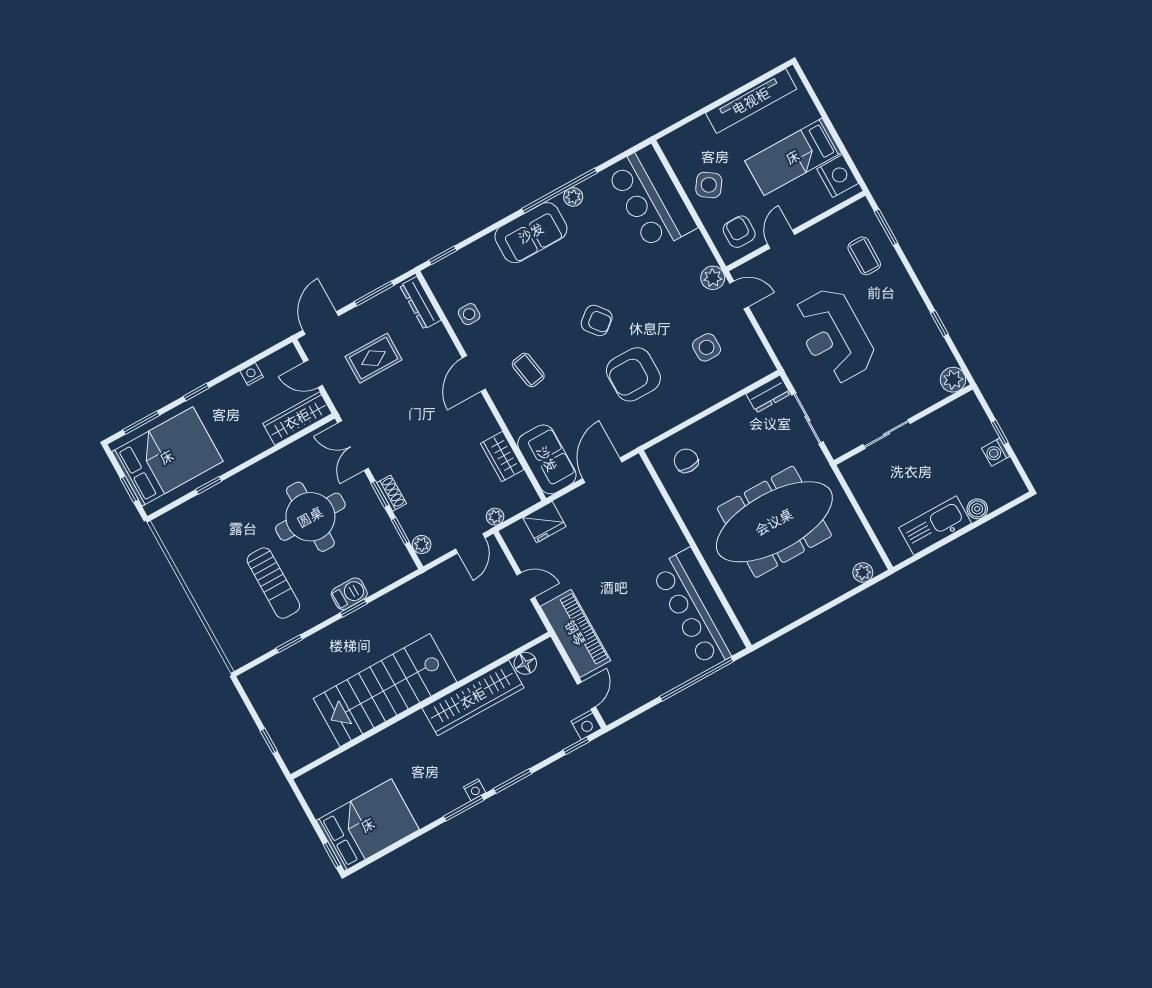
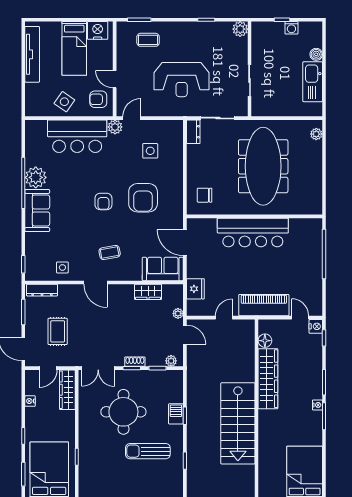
plant: (573, 197) -> (36, 177), width x1.87, depth x1.87
bar counter: (651, 198) -> (77, 136), moved
armchair: (597, 320) -> (103, 201), turned 129
sun lounger: (273, 583) -> (148, 451), turned 180
bar counter: (698, 609) -> (253, 233), moved

